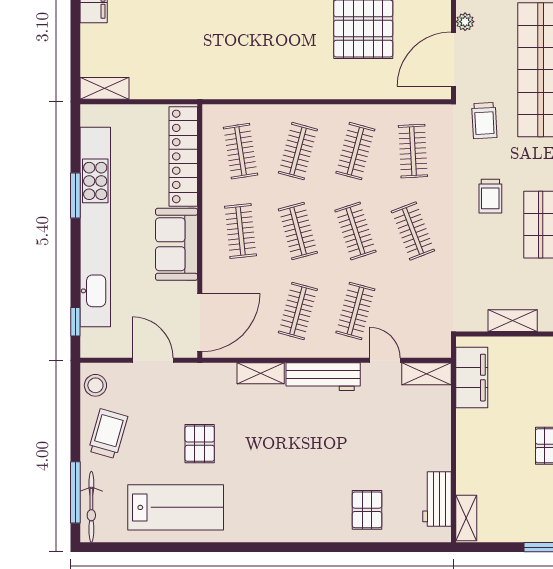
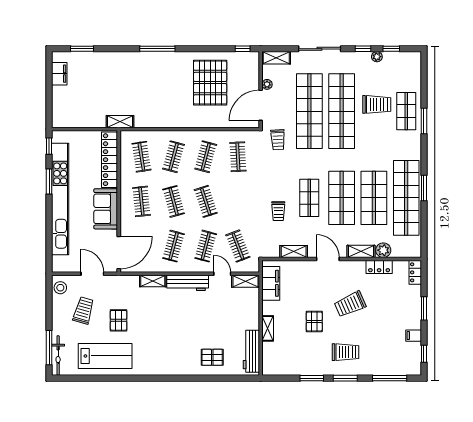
shelving: (105, 88) -> (120, 122), moved
trolley: (490, 196) -> (278, 211), moved
clothes rail: (413, 231) -> (238, 246), moved
window: (75, 322) -> (49, 146), moved
trolley: (108, 434) -> (83, 310), moved
workbench: (437, 499) -> (251, 351), width x1.38
pallet: (367, 510) -> (212, 357), turned 90
shelving: (466, 518) -> (268, 328), moved

